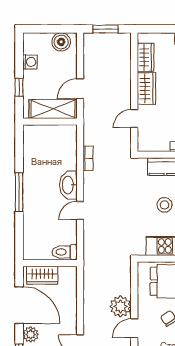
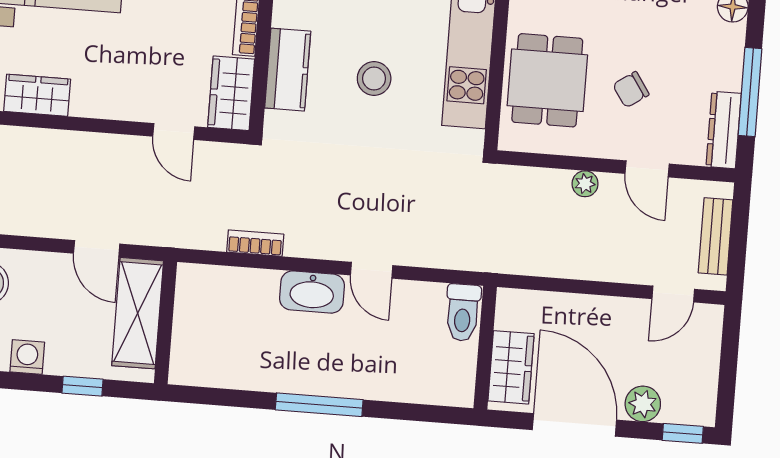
wardrobe: (146, 88) -> (231, 93), moved, turned -90
door: (19, 305) -> (574, 425), hinge flipped
plant: (120, 306) -> (585, 184), width x0.53, depth x0.53

